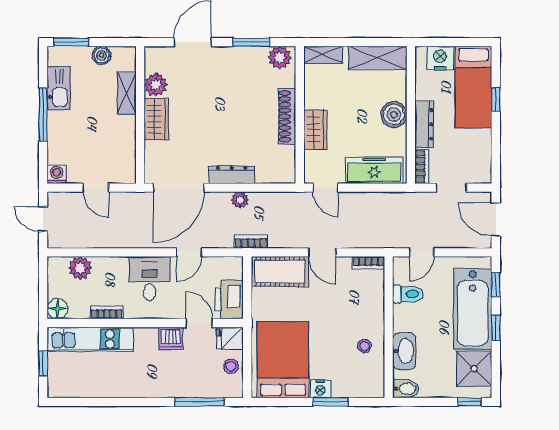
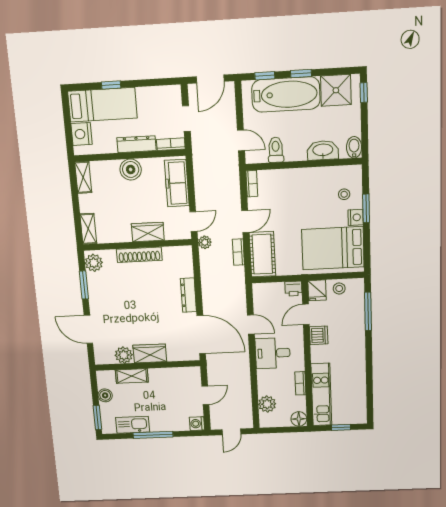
shelving: (378, 58) -> (83, 177), width x0.67, depth x0.75
plant: (240, 200) -> (205, 242), moved
bookcase: (251, 242) -> (238, 252), moved
printer: (229, 299) -> (293, 289), width x0.53, depth x0.68
stool: (364, 346) -> (344, 194), moved

